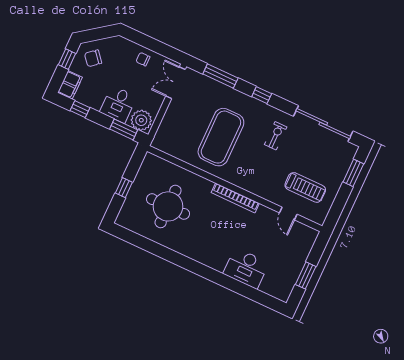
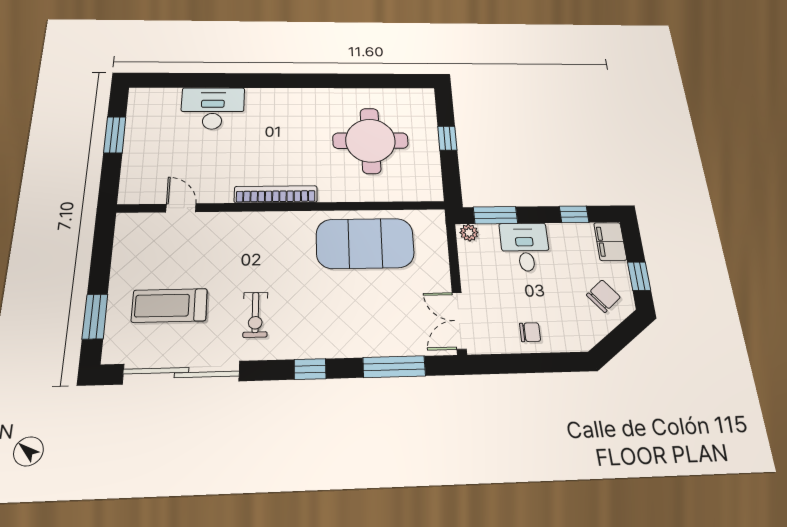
double door: (176, 83) -> (459, 320), swing flipped
plant: (141, 120) -> (469, 233), width x0.53, depth x0.53
exercise mat: (221, 137) -> (365, 243), moved, turned 90
treadmill: (305, 187) -> (169, 305), moved

